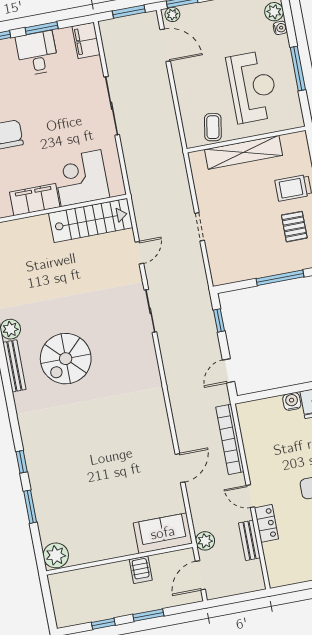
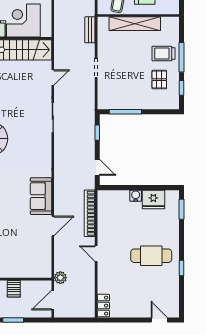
window: (280, 278) -> (125, 112), moved
door: (229, 371) -> (97, 167), swing flipped
locker: (266, 523) -> (103, 306), moved
sofa: (163, 533) -> (41, 196), moved, turned -90
bench: (249, 540) -> (90, 30), moved

